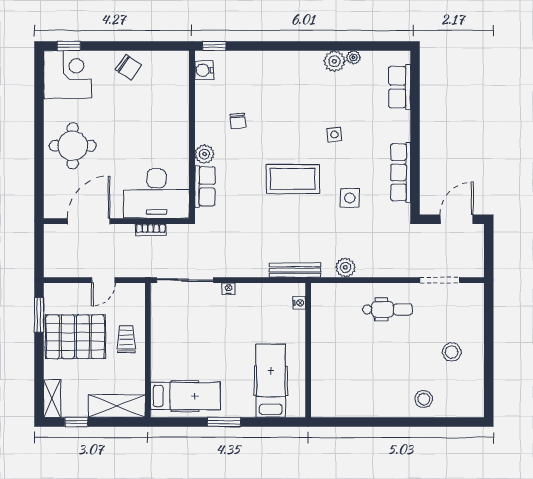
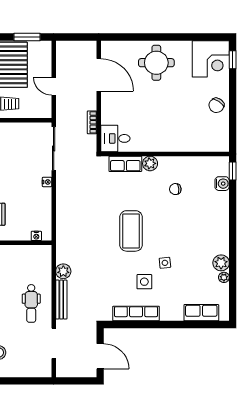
water cooler: (204, 70) -> (222, 184), moved, turned 90
desk: (156, 194) -> (115, 138), width x0.53, depth x0.77
side table: (350, 198) -> (144, 282), moved
bench: (295, 270) -> (61, 300), moved

